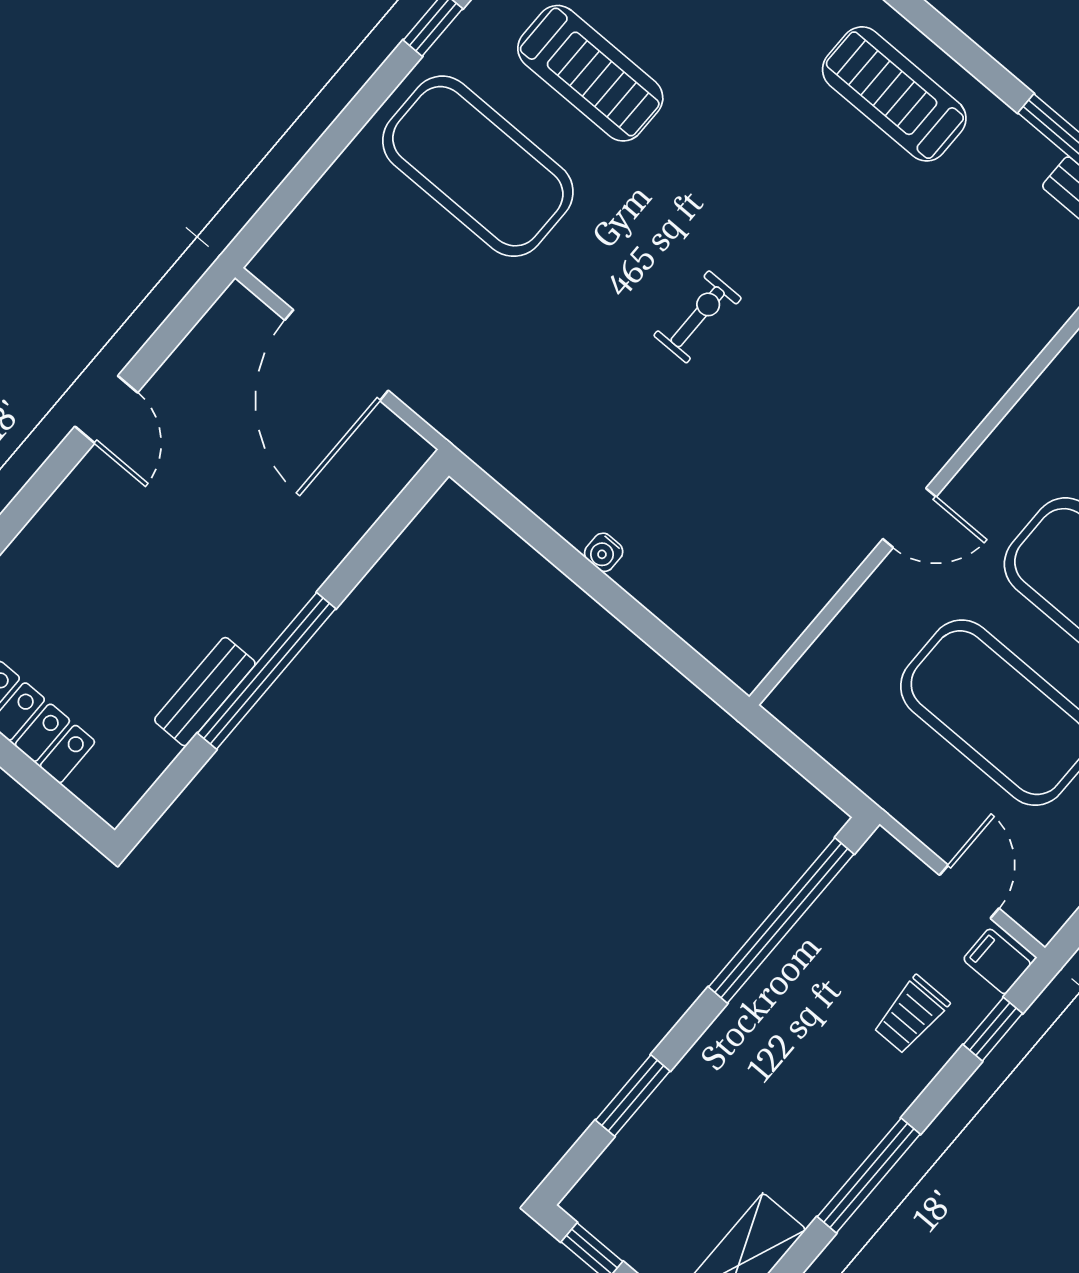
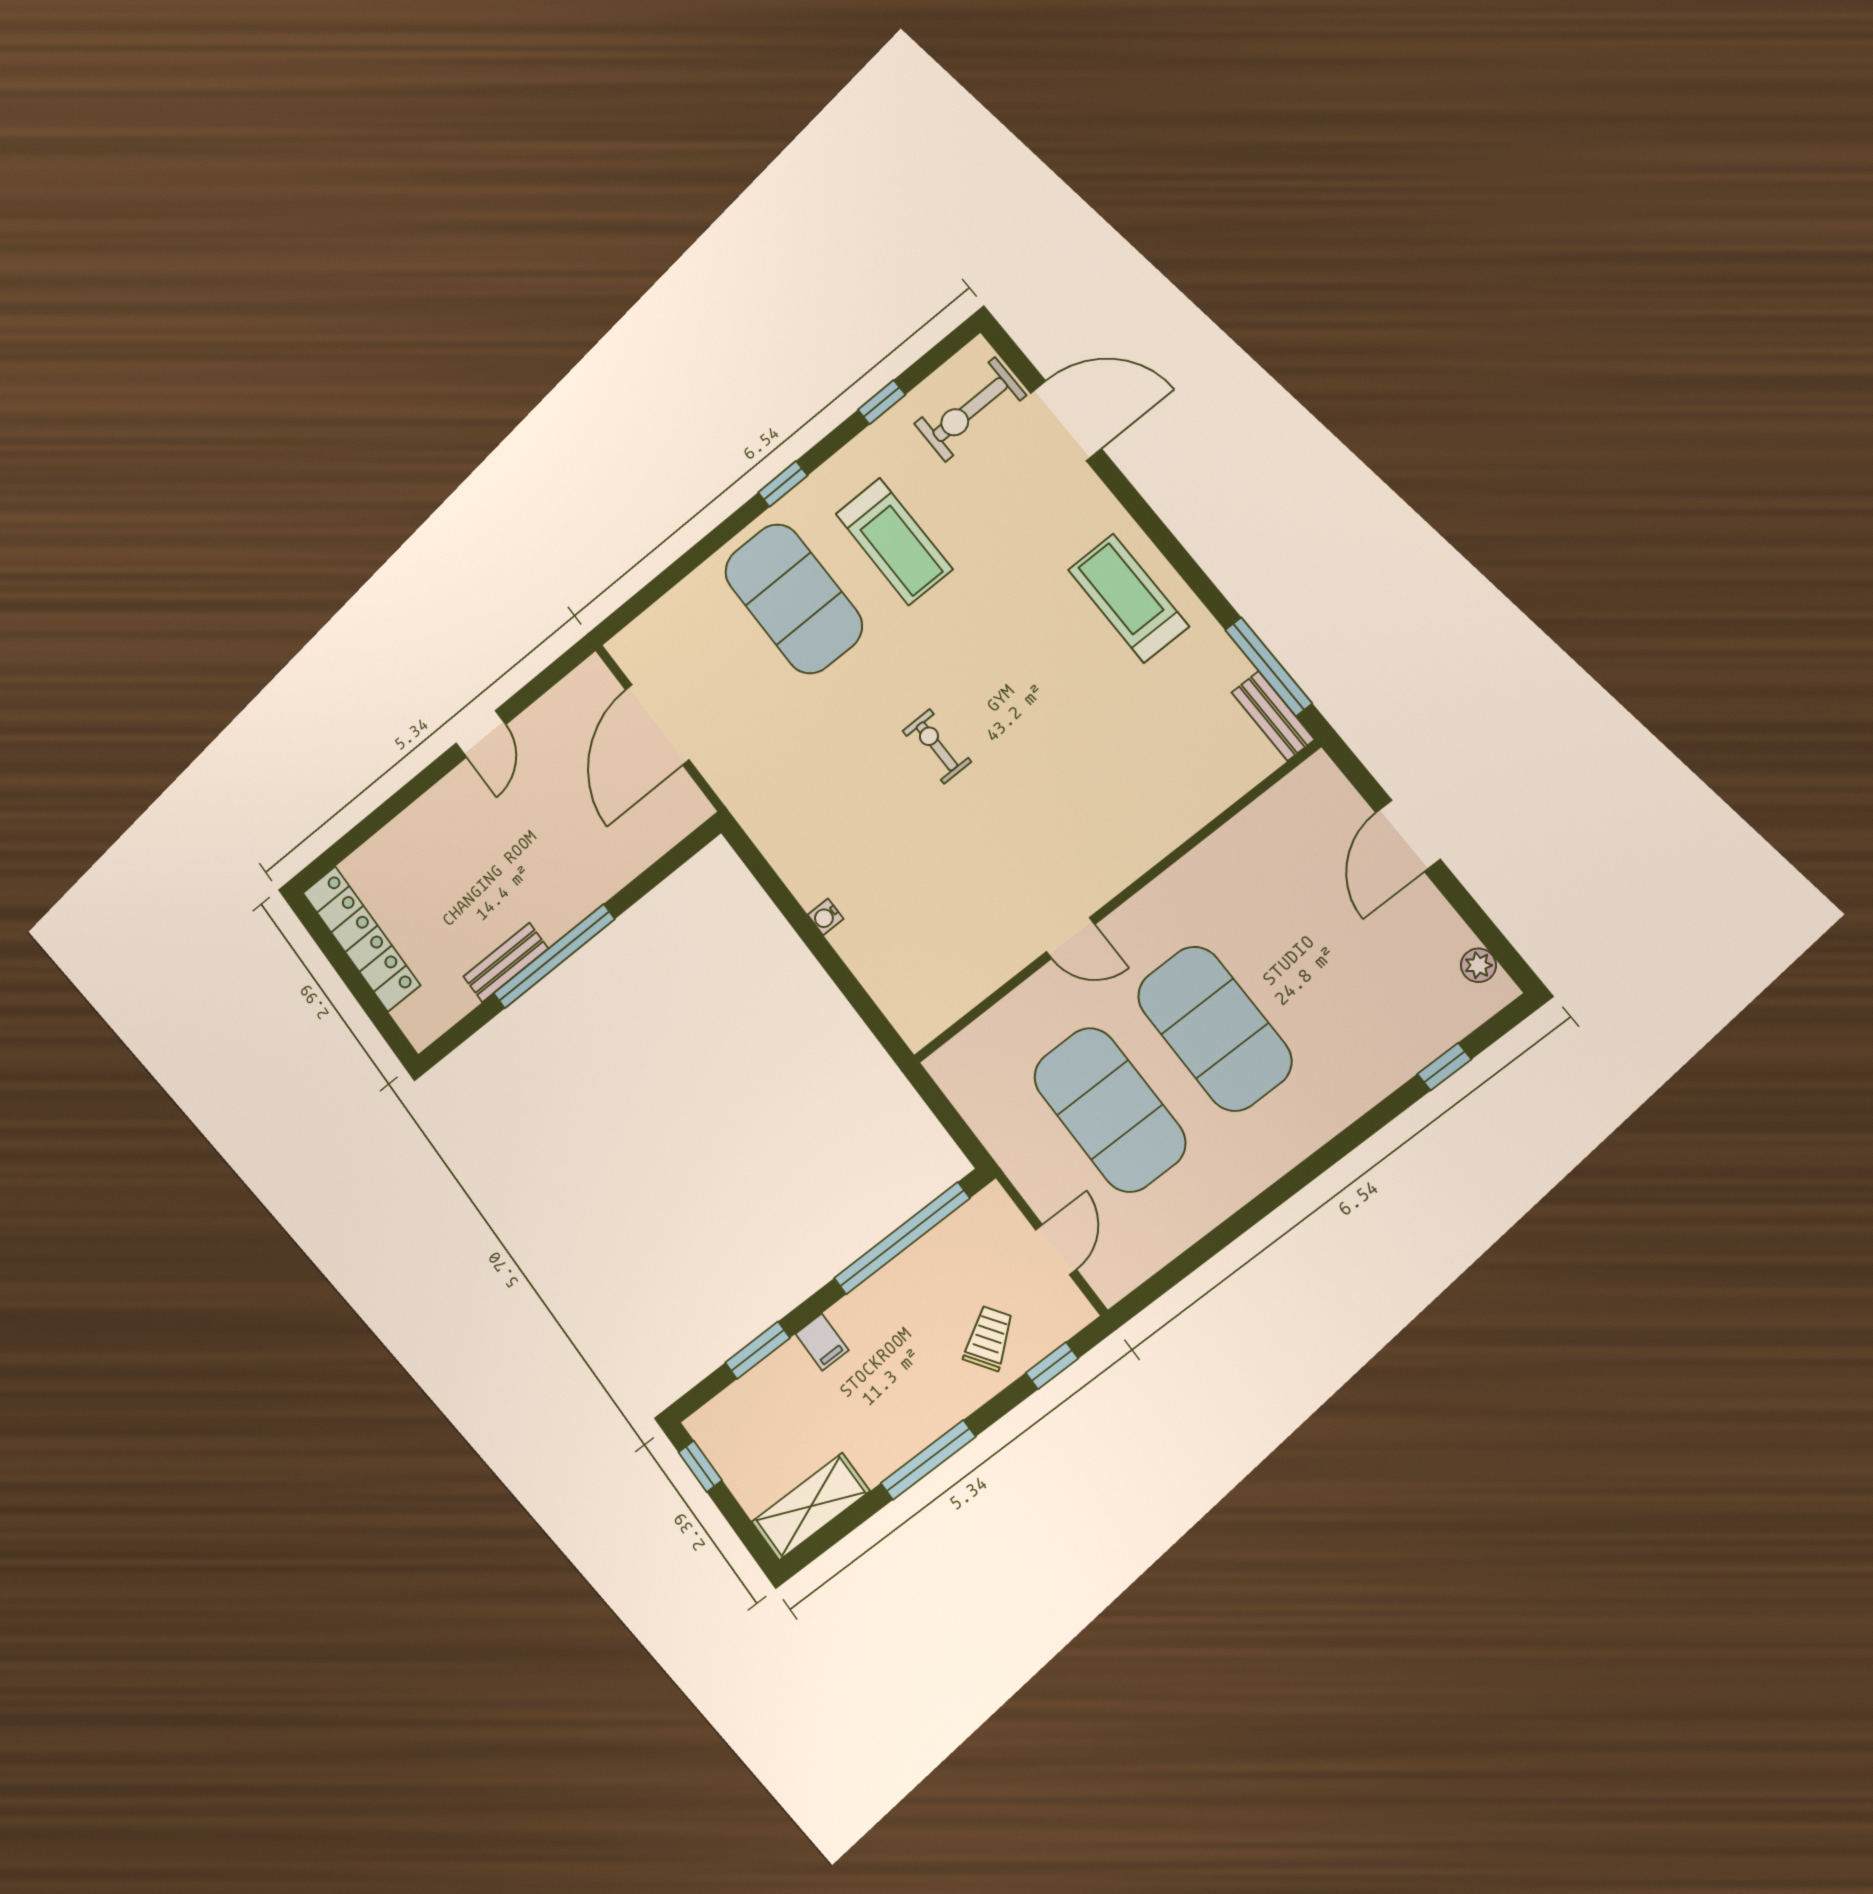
exercise bike: (698, 317) -> (937, 746), turned -90
filing cabinet: (997, 961) -> (822, 1342), moved, turned 180
trolley: (911, 1015) -> (989, 1338), turned 145

